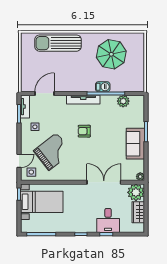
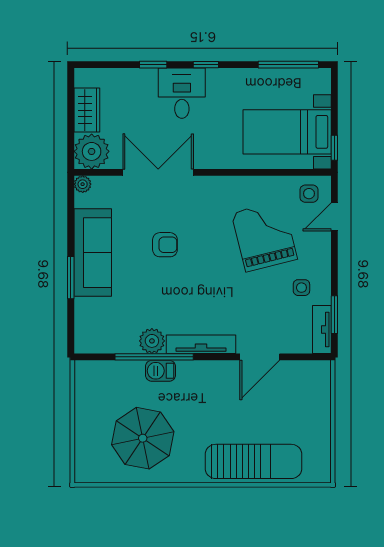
door: (45, 93) -> (260, 357), moved
plant: (123, 101) -> (152, 341), moved
armchair: (84, 131) -> (165, 245), moved
sofa: (135, 144) -> (93, 253), width x1.36
grand piano: (53, 152) -> (264, 236), turned 114
double door: (104, 182) -> (158, 172), swing flipped
desk: (108, 220) -> (182, 93), moved

